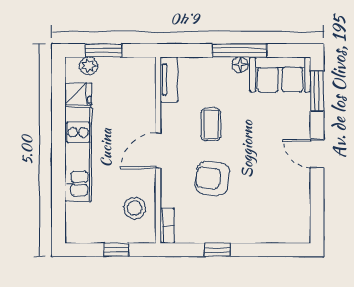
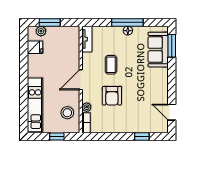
sofa: (280, 74) -> (158, 50), moved, turned 90
kitchen unit: (78, 154) -> (35, 105), moved
door: (317, 154) -> (172, 112), moved
armchair: (212, 179) -> (112, 96), turned -97
plant: (168, 198) -> (87, 107), added
window: (217, 250) -> (142, 137), moved

